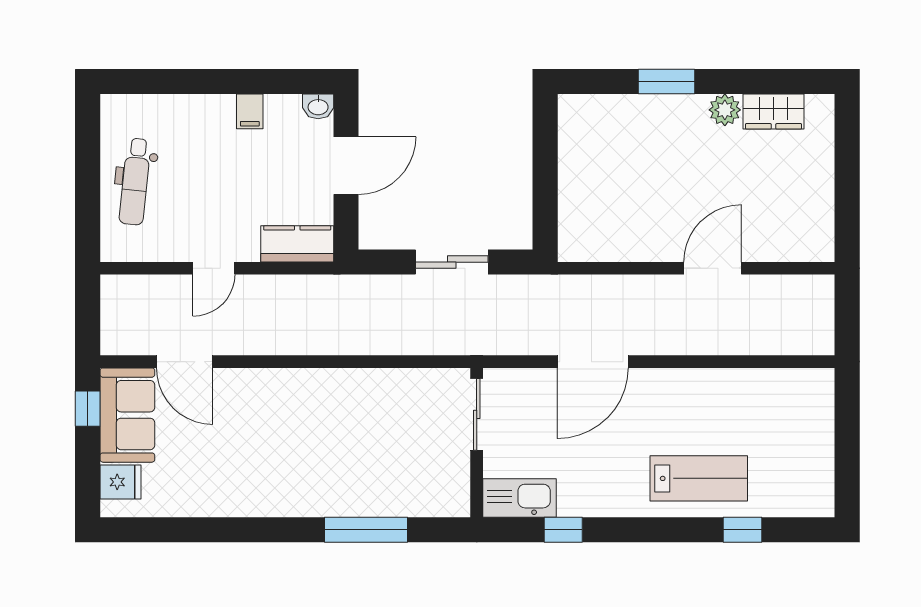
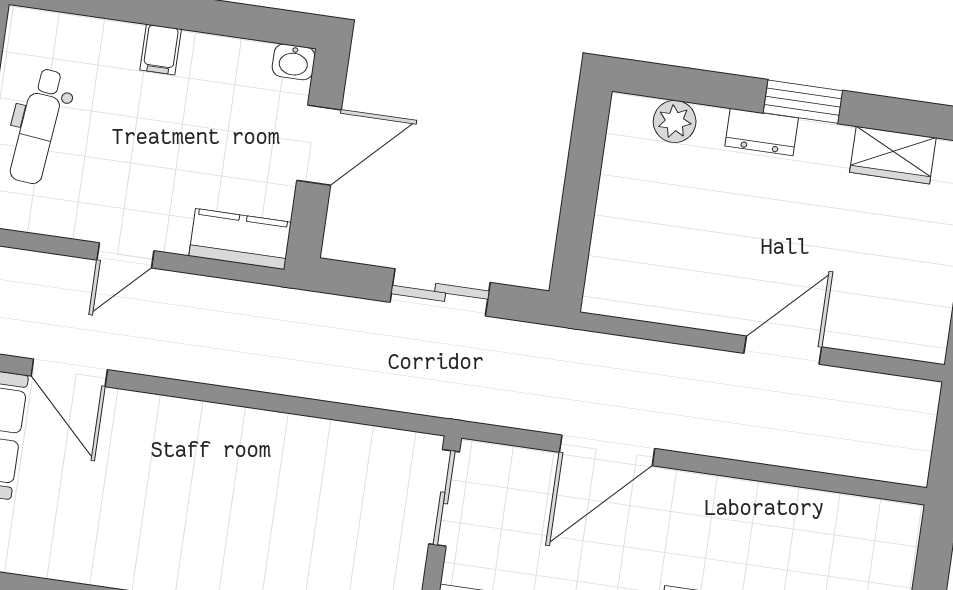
window: (667, 81) -> (803, 102), moved
dresser: (673, 108) -> (762, 132), added
plant: (725, 110) -> (675, 121), moved
filing cabinet: (250, 111) -> (161, 49), moved

